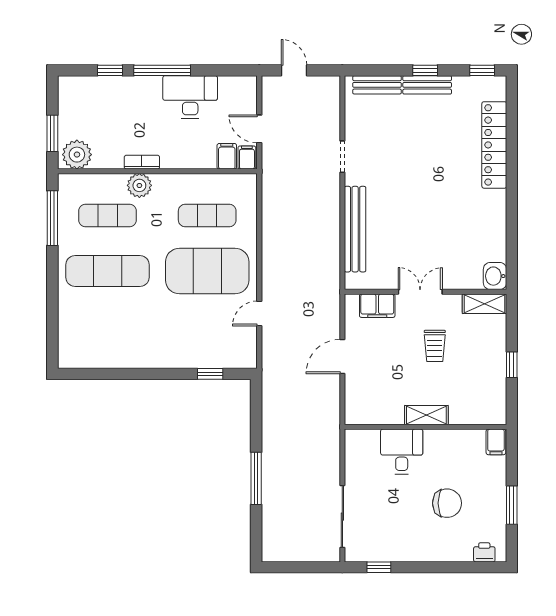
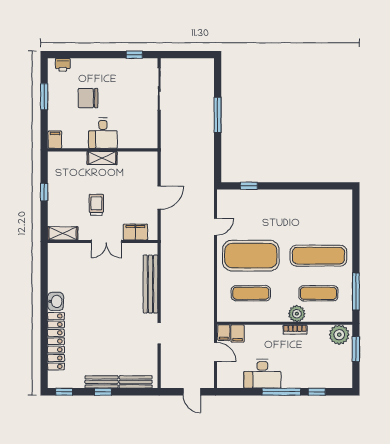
washbasin: (495, 276) -> (56, 301), moved
desk: (402, 452) -> (103, 133), moved

